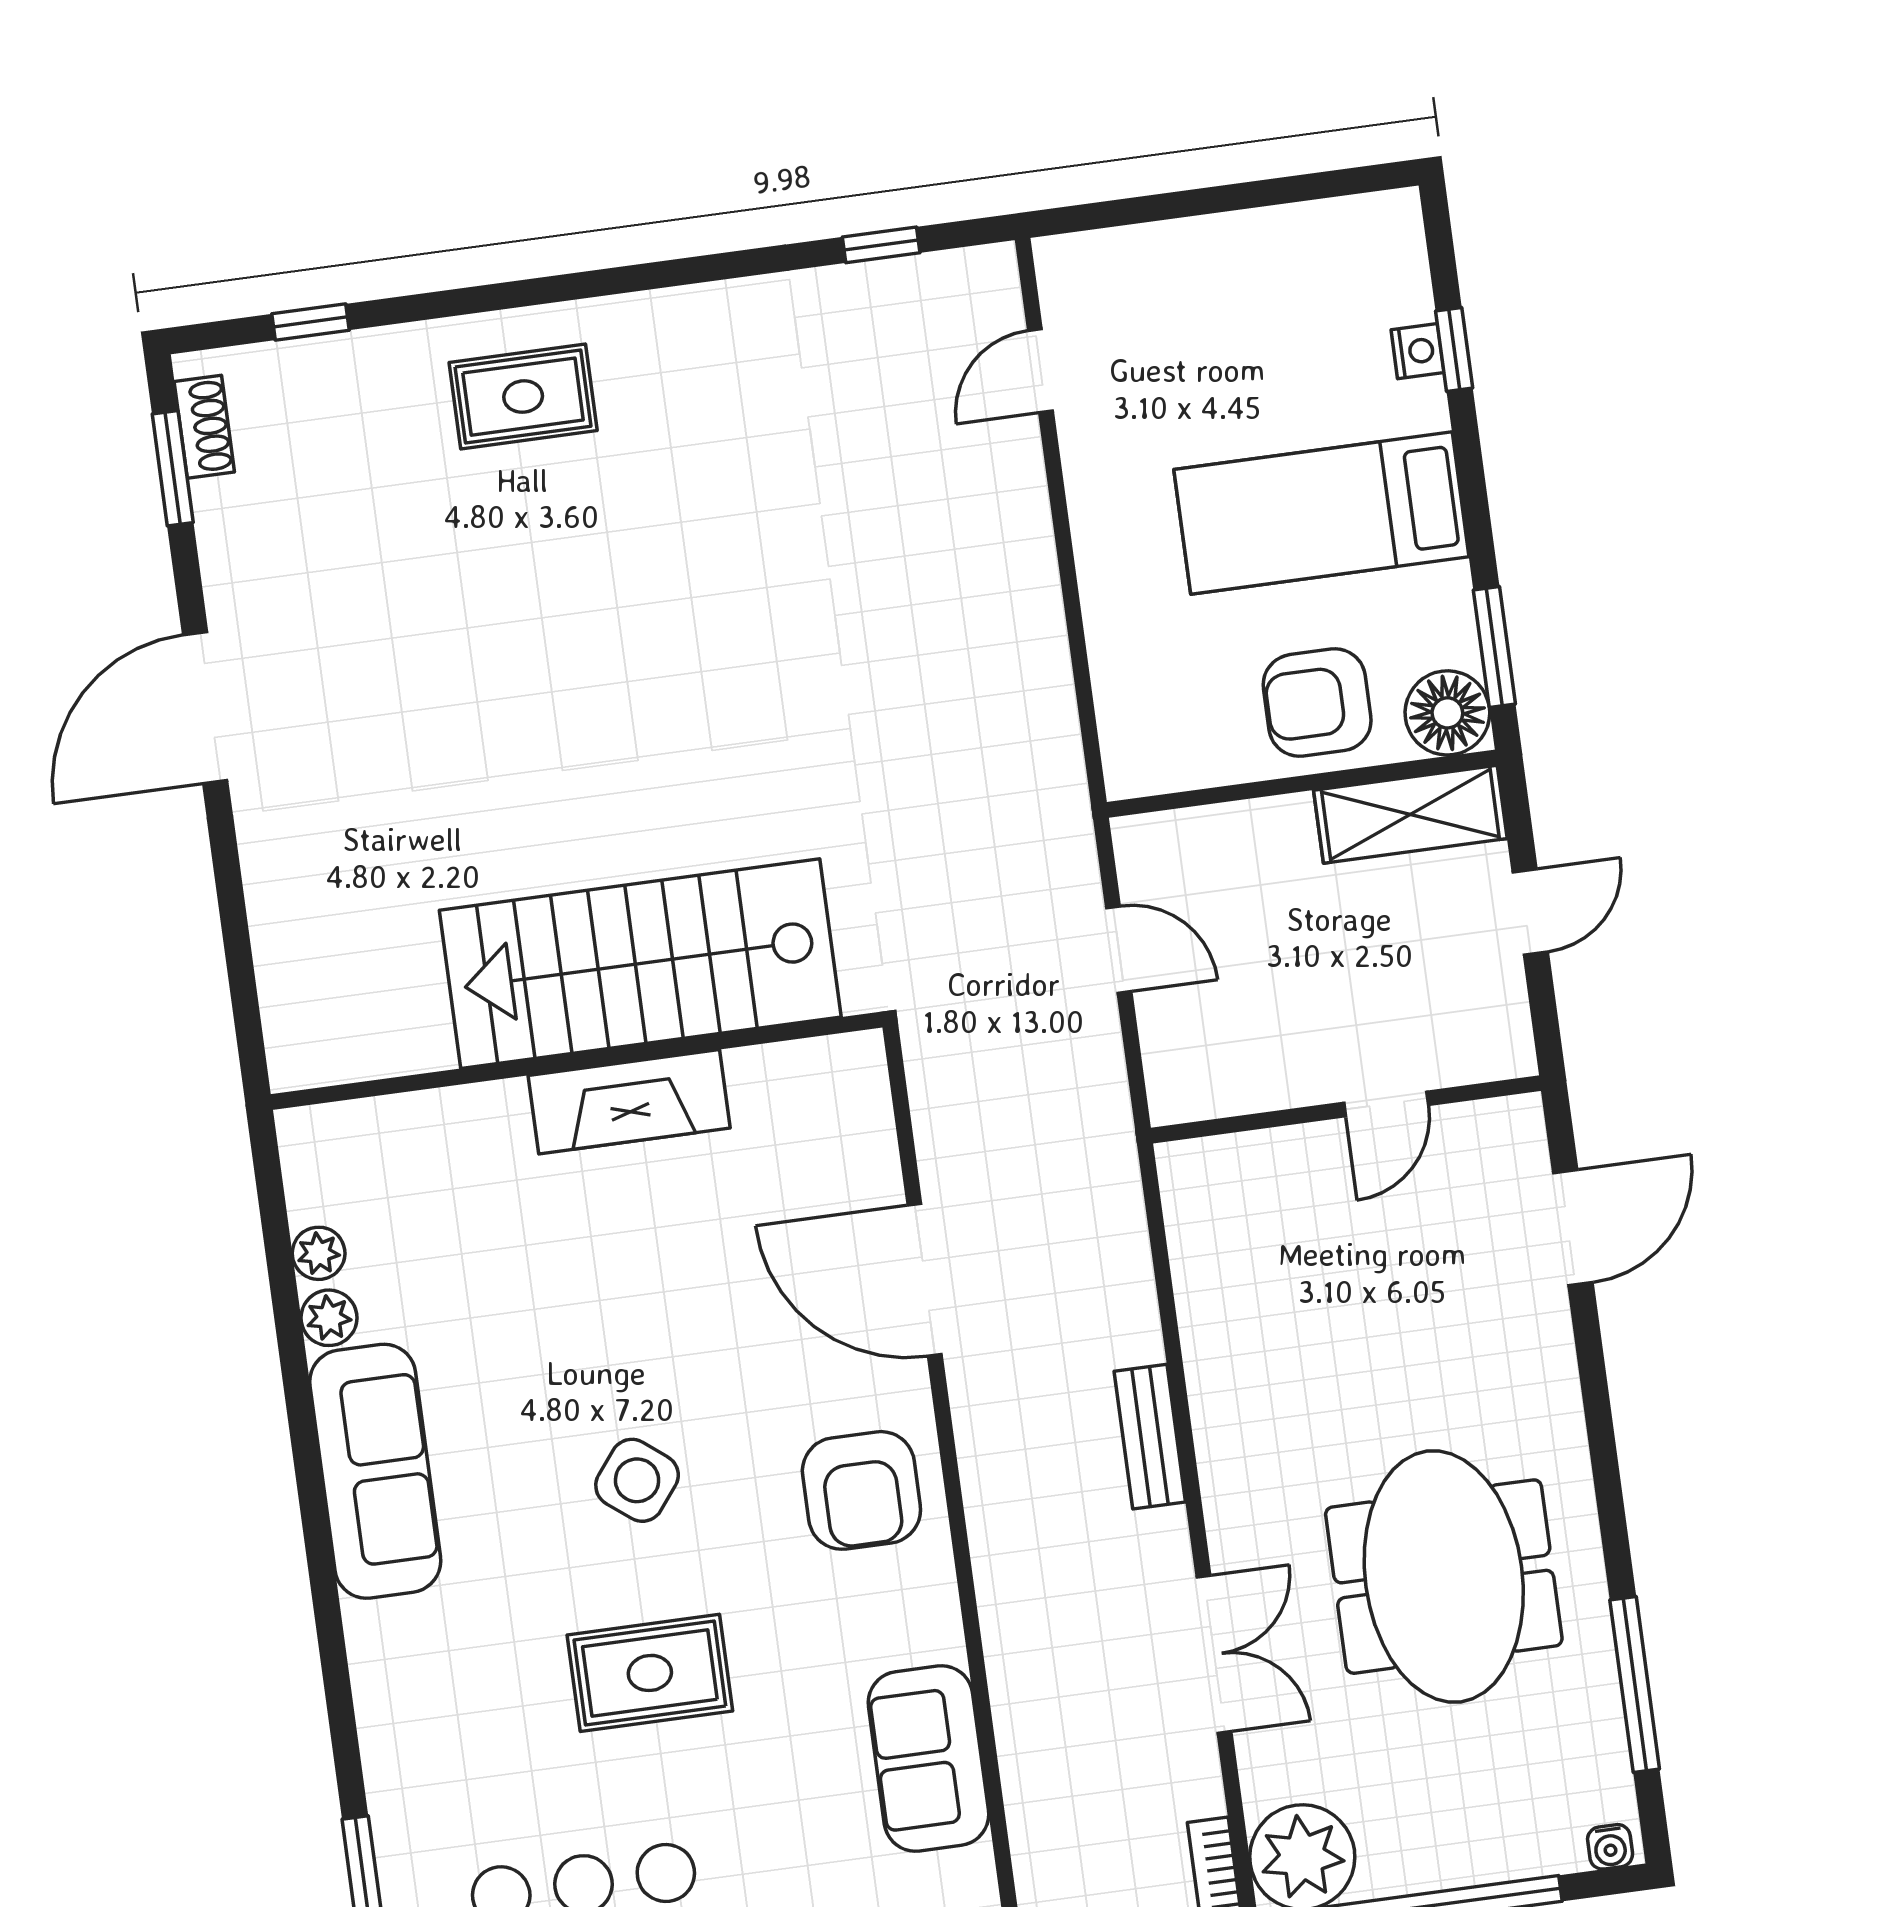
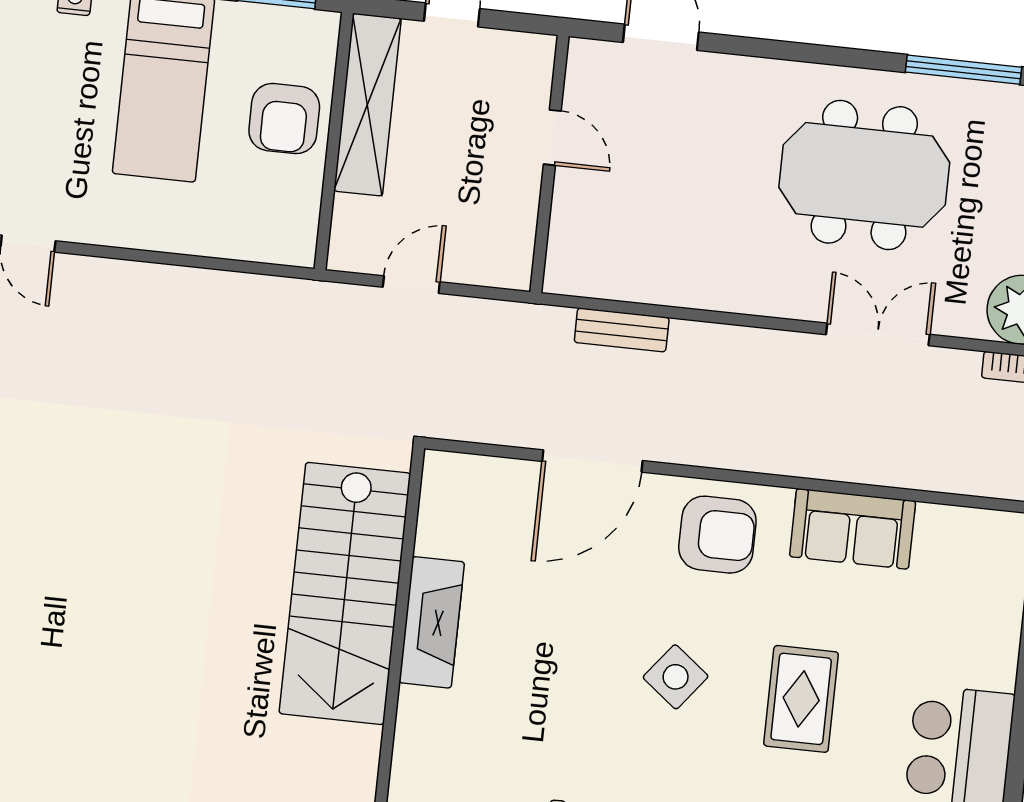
floor lamp: (1447, 713) -> (311, 37), removed
shelving: (1410, 814) -> (367, 105), width x1.47
bench: (1150, 1437) -> (622, 330), moved
sofa: (928, 1759) -> (853, 529), moved

